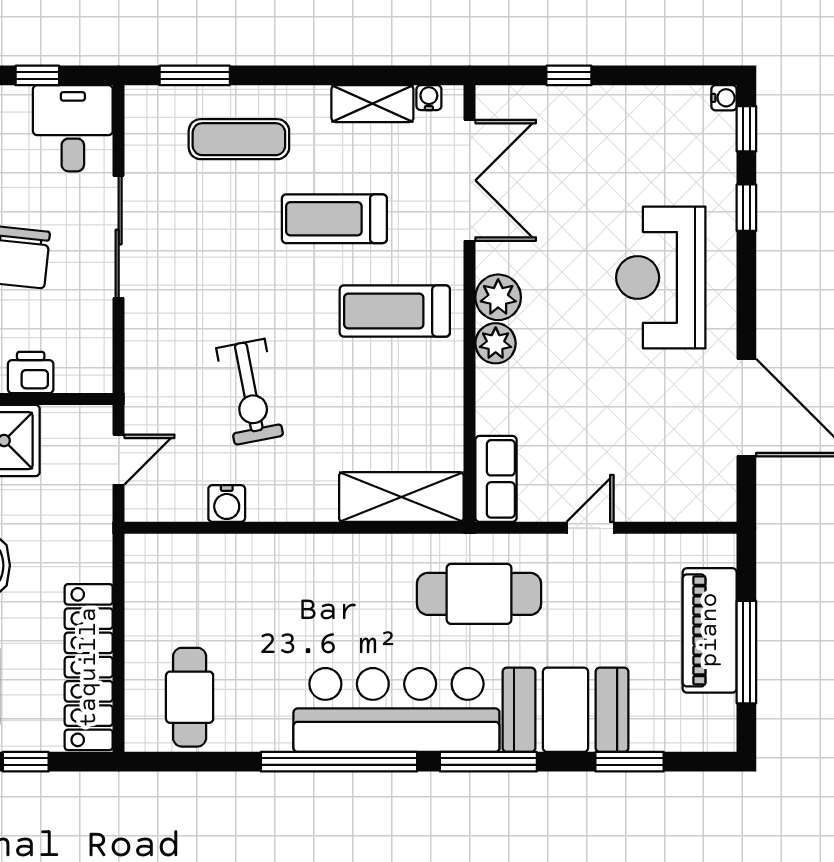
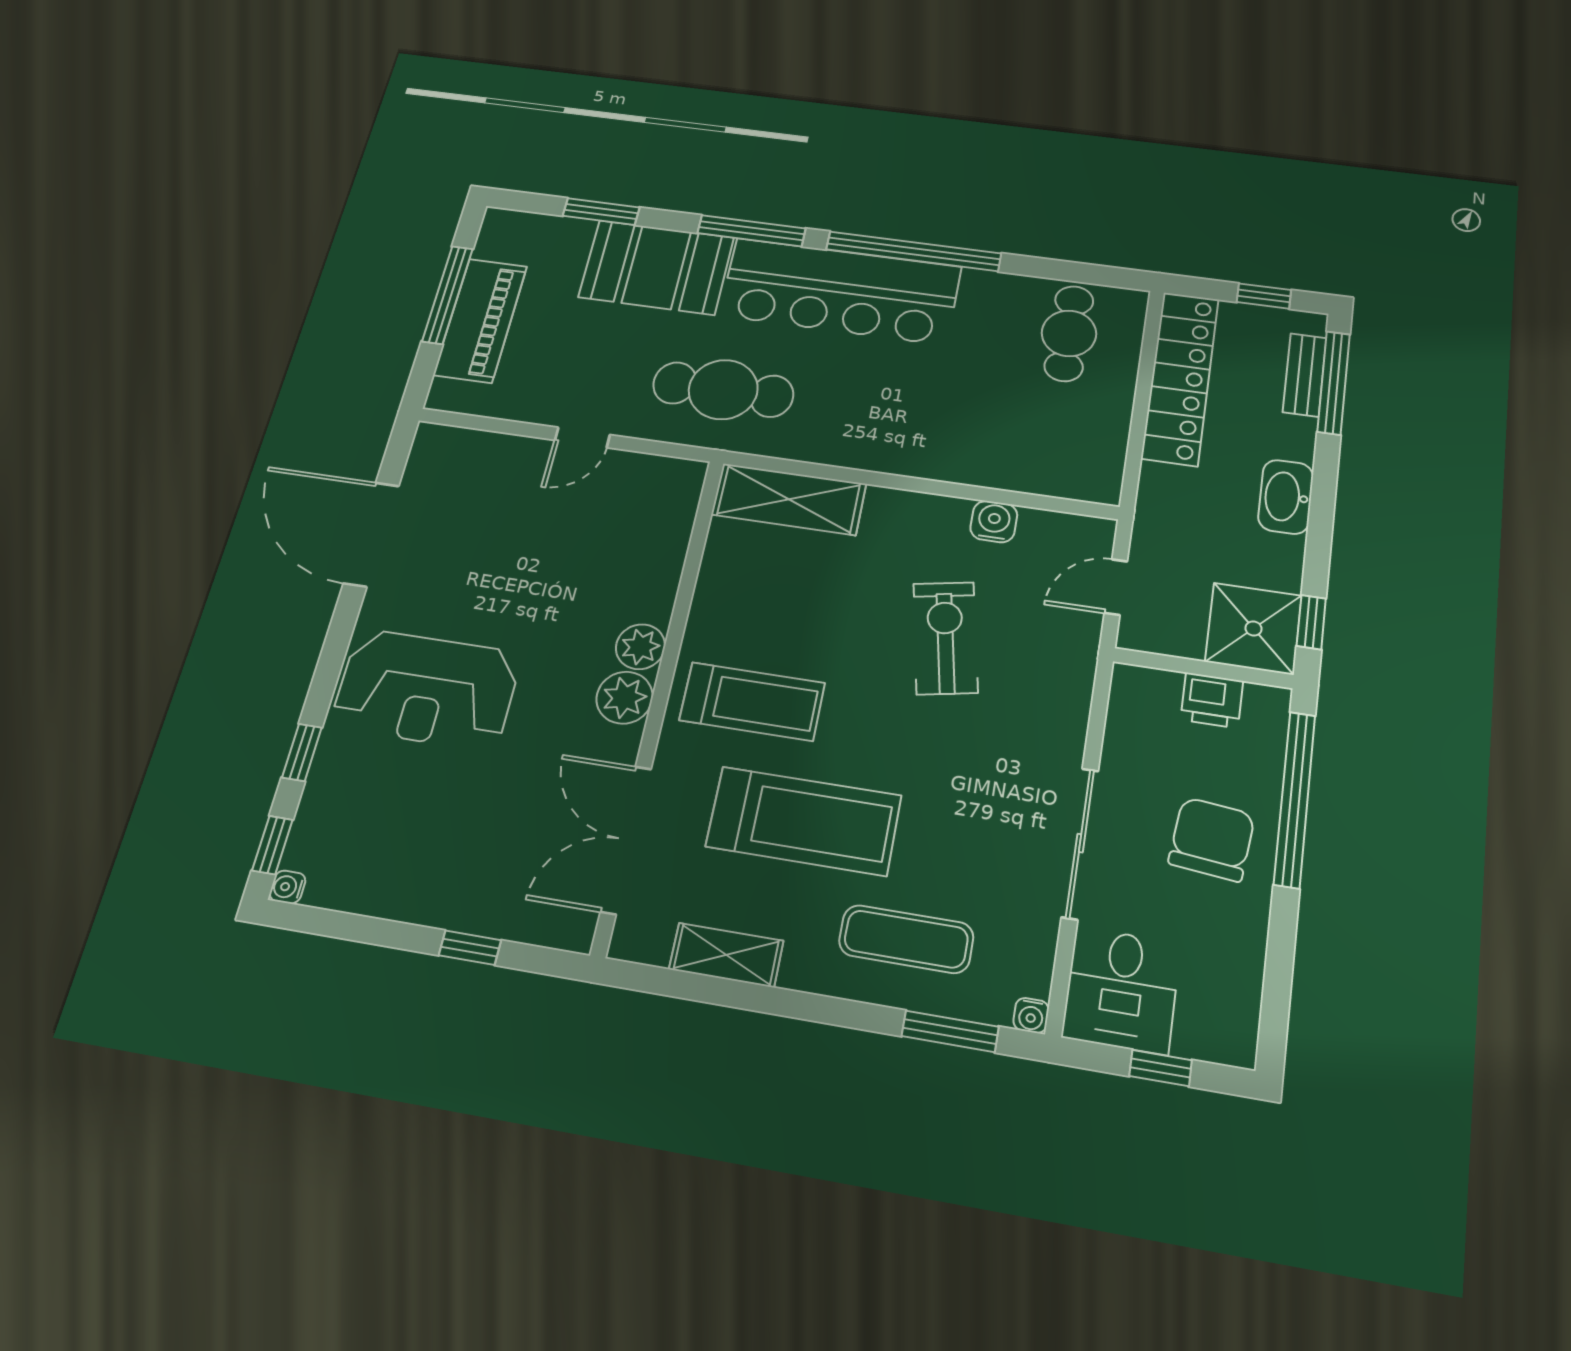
water cooler: (429, 98) -> (1031, 1015), moved
treadmill: (334, 219) -> (804, 821), width x1.37, depth x1.38
reception desk: (661, 277) -> (426, 690), turned 90
row of seats: (496, 479) -> (676, 502), removed

